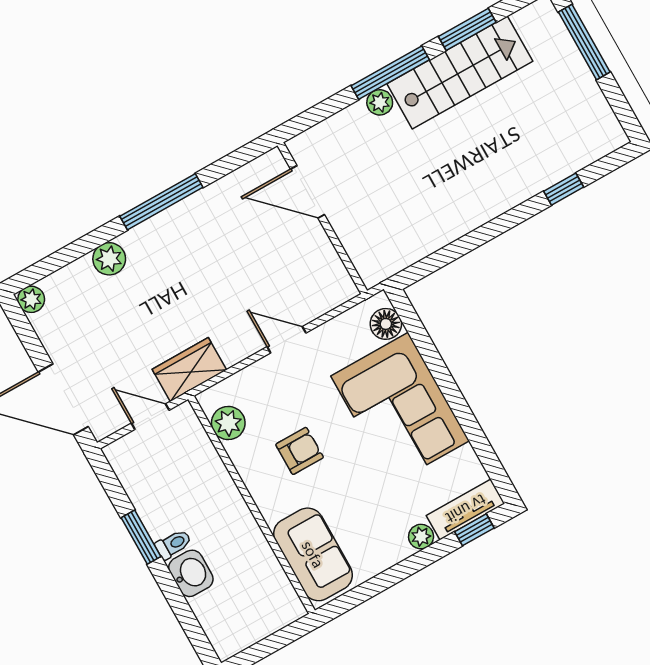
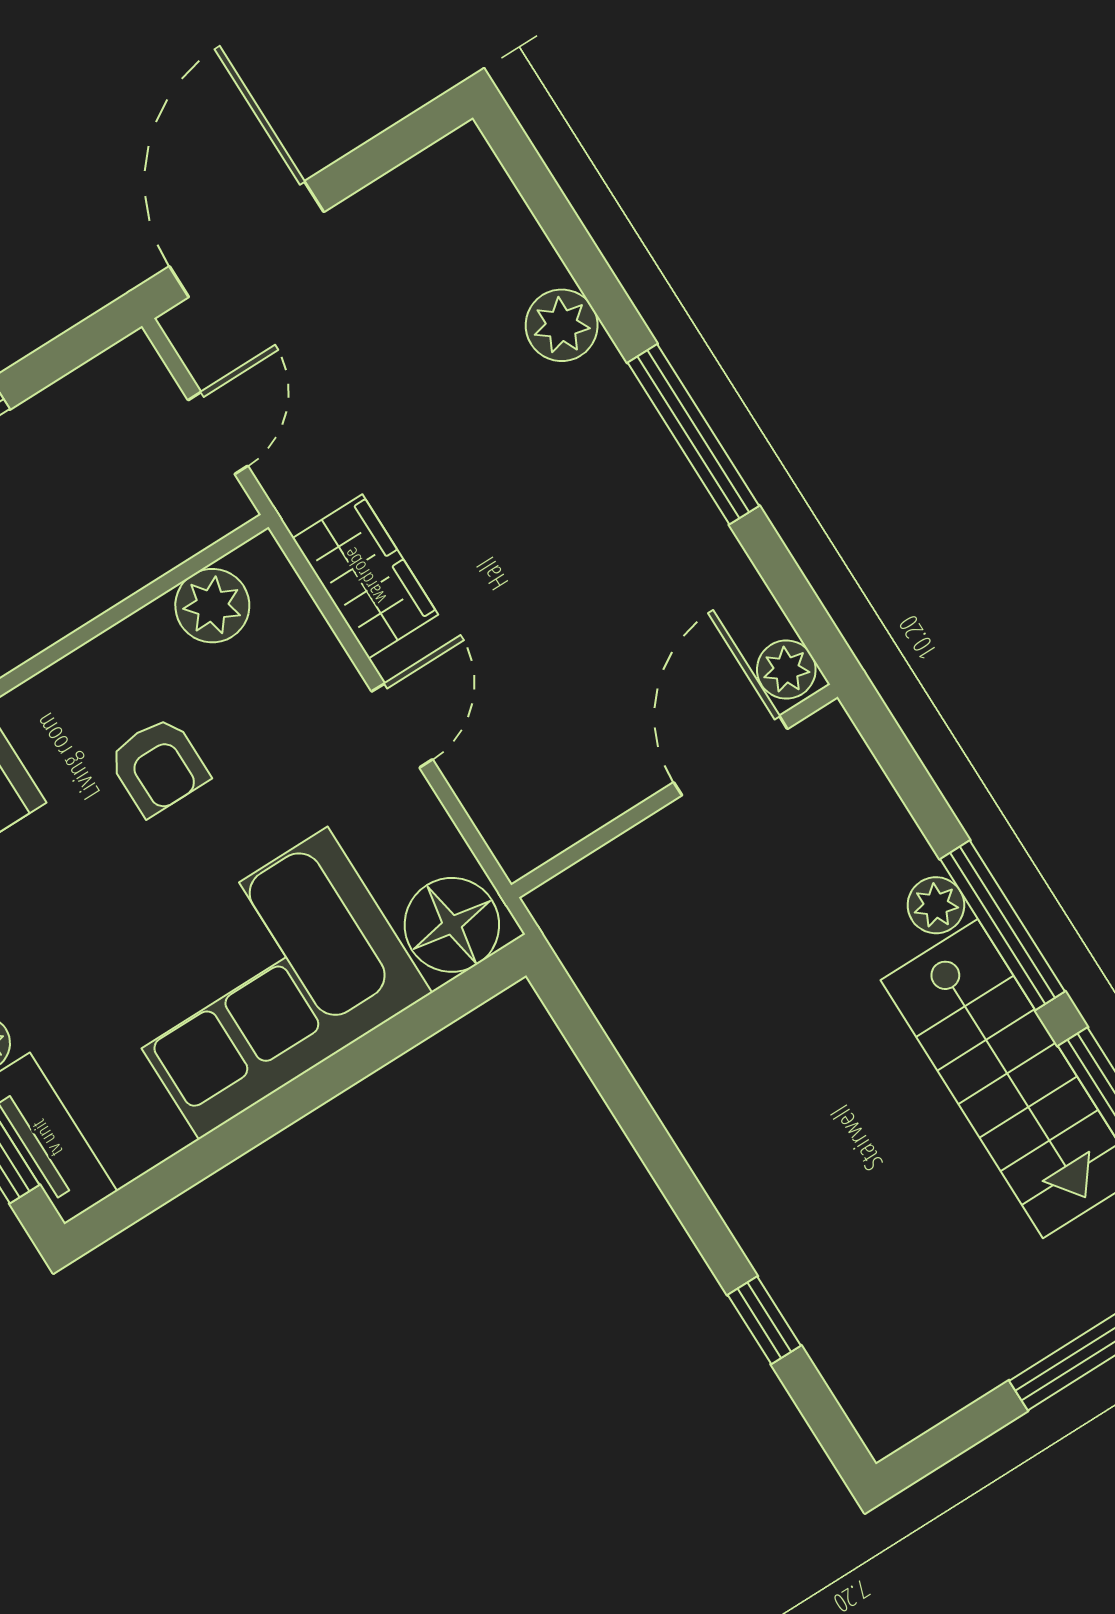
plant: (31, 299) -> (786, 670), moved
floor lamp: (386, 324) -> (452, 925), width x1.38, depth x1.38
wardrobe: (189, 370) -> (365, 576), moved

